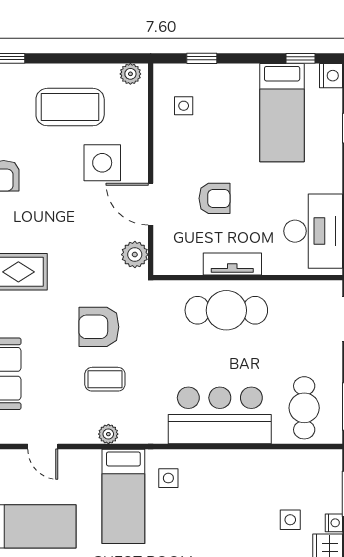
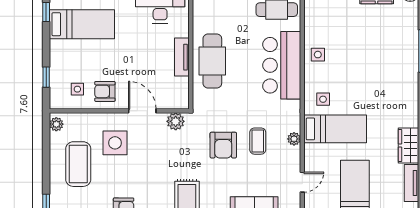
armchair: (214, 198) -> (105, 91), moved, turned -90
door: (151, 204) -> (142, 111), swing flipped
side table: (290, 520) -> (318, 55), moved

